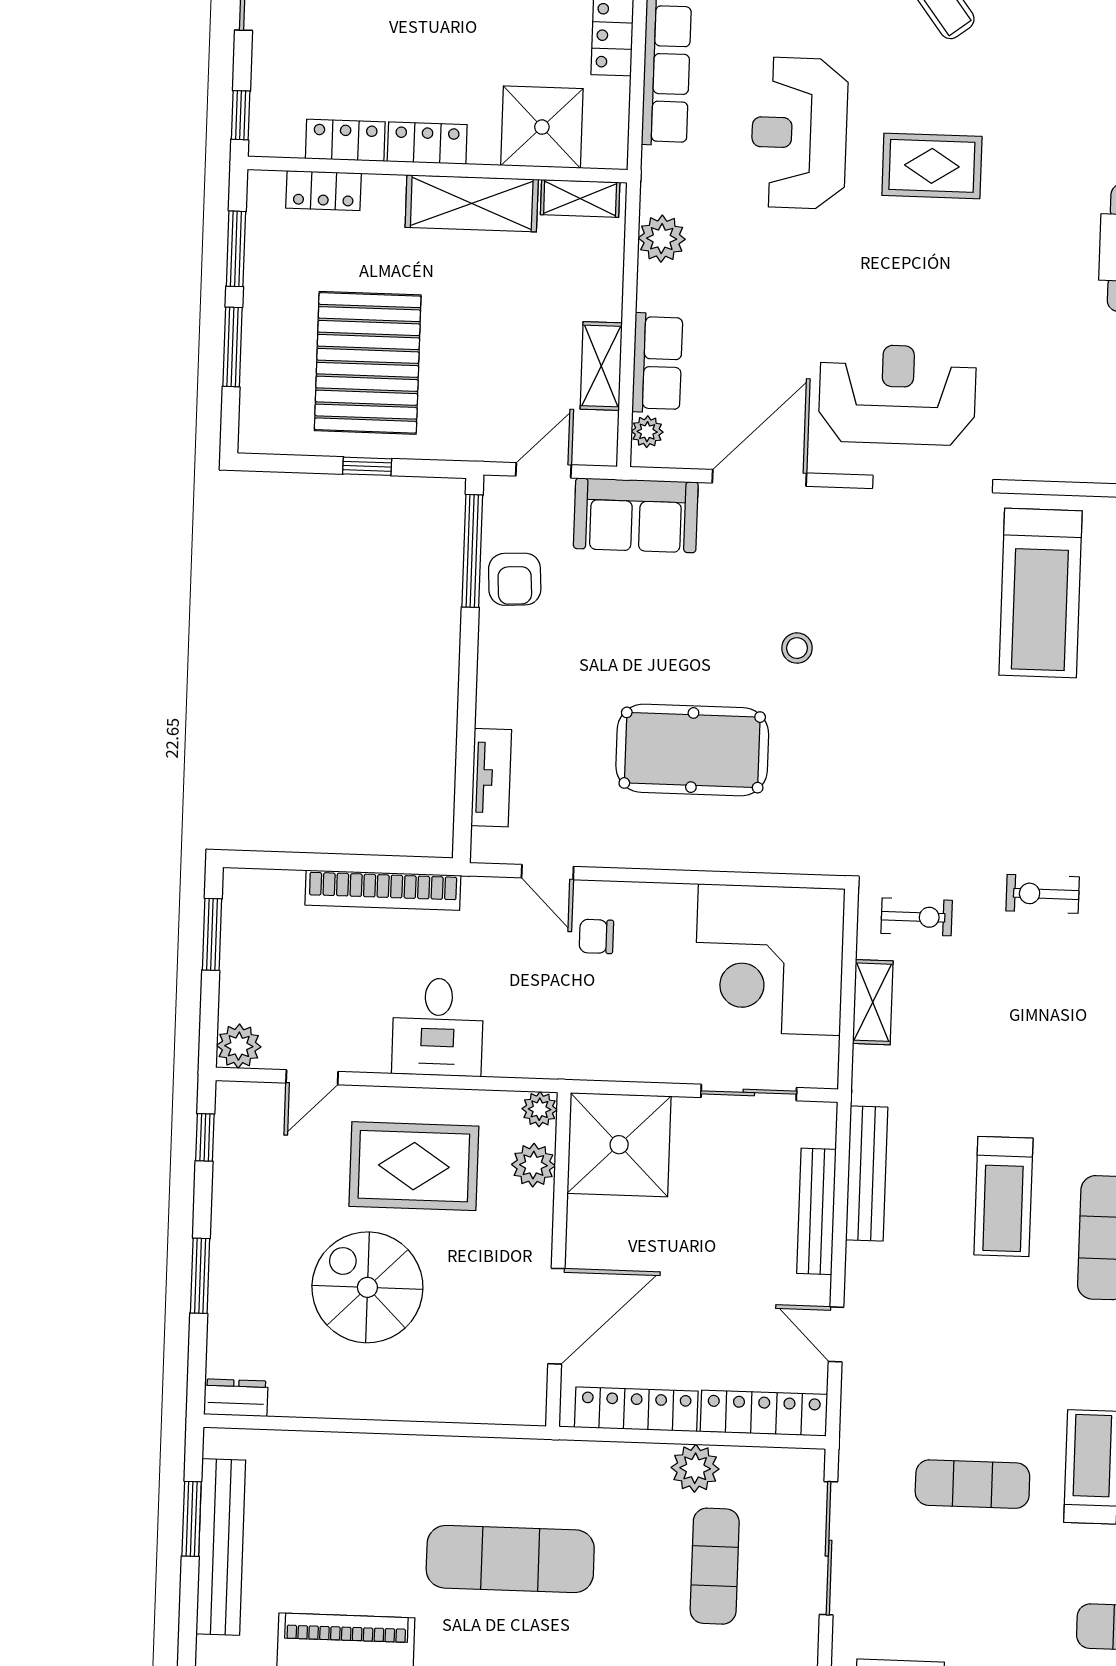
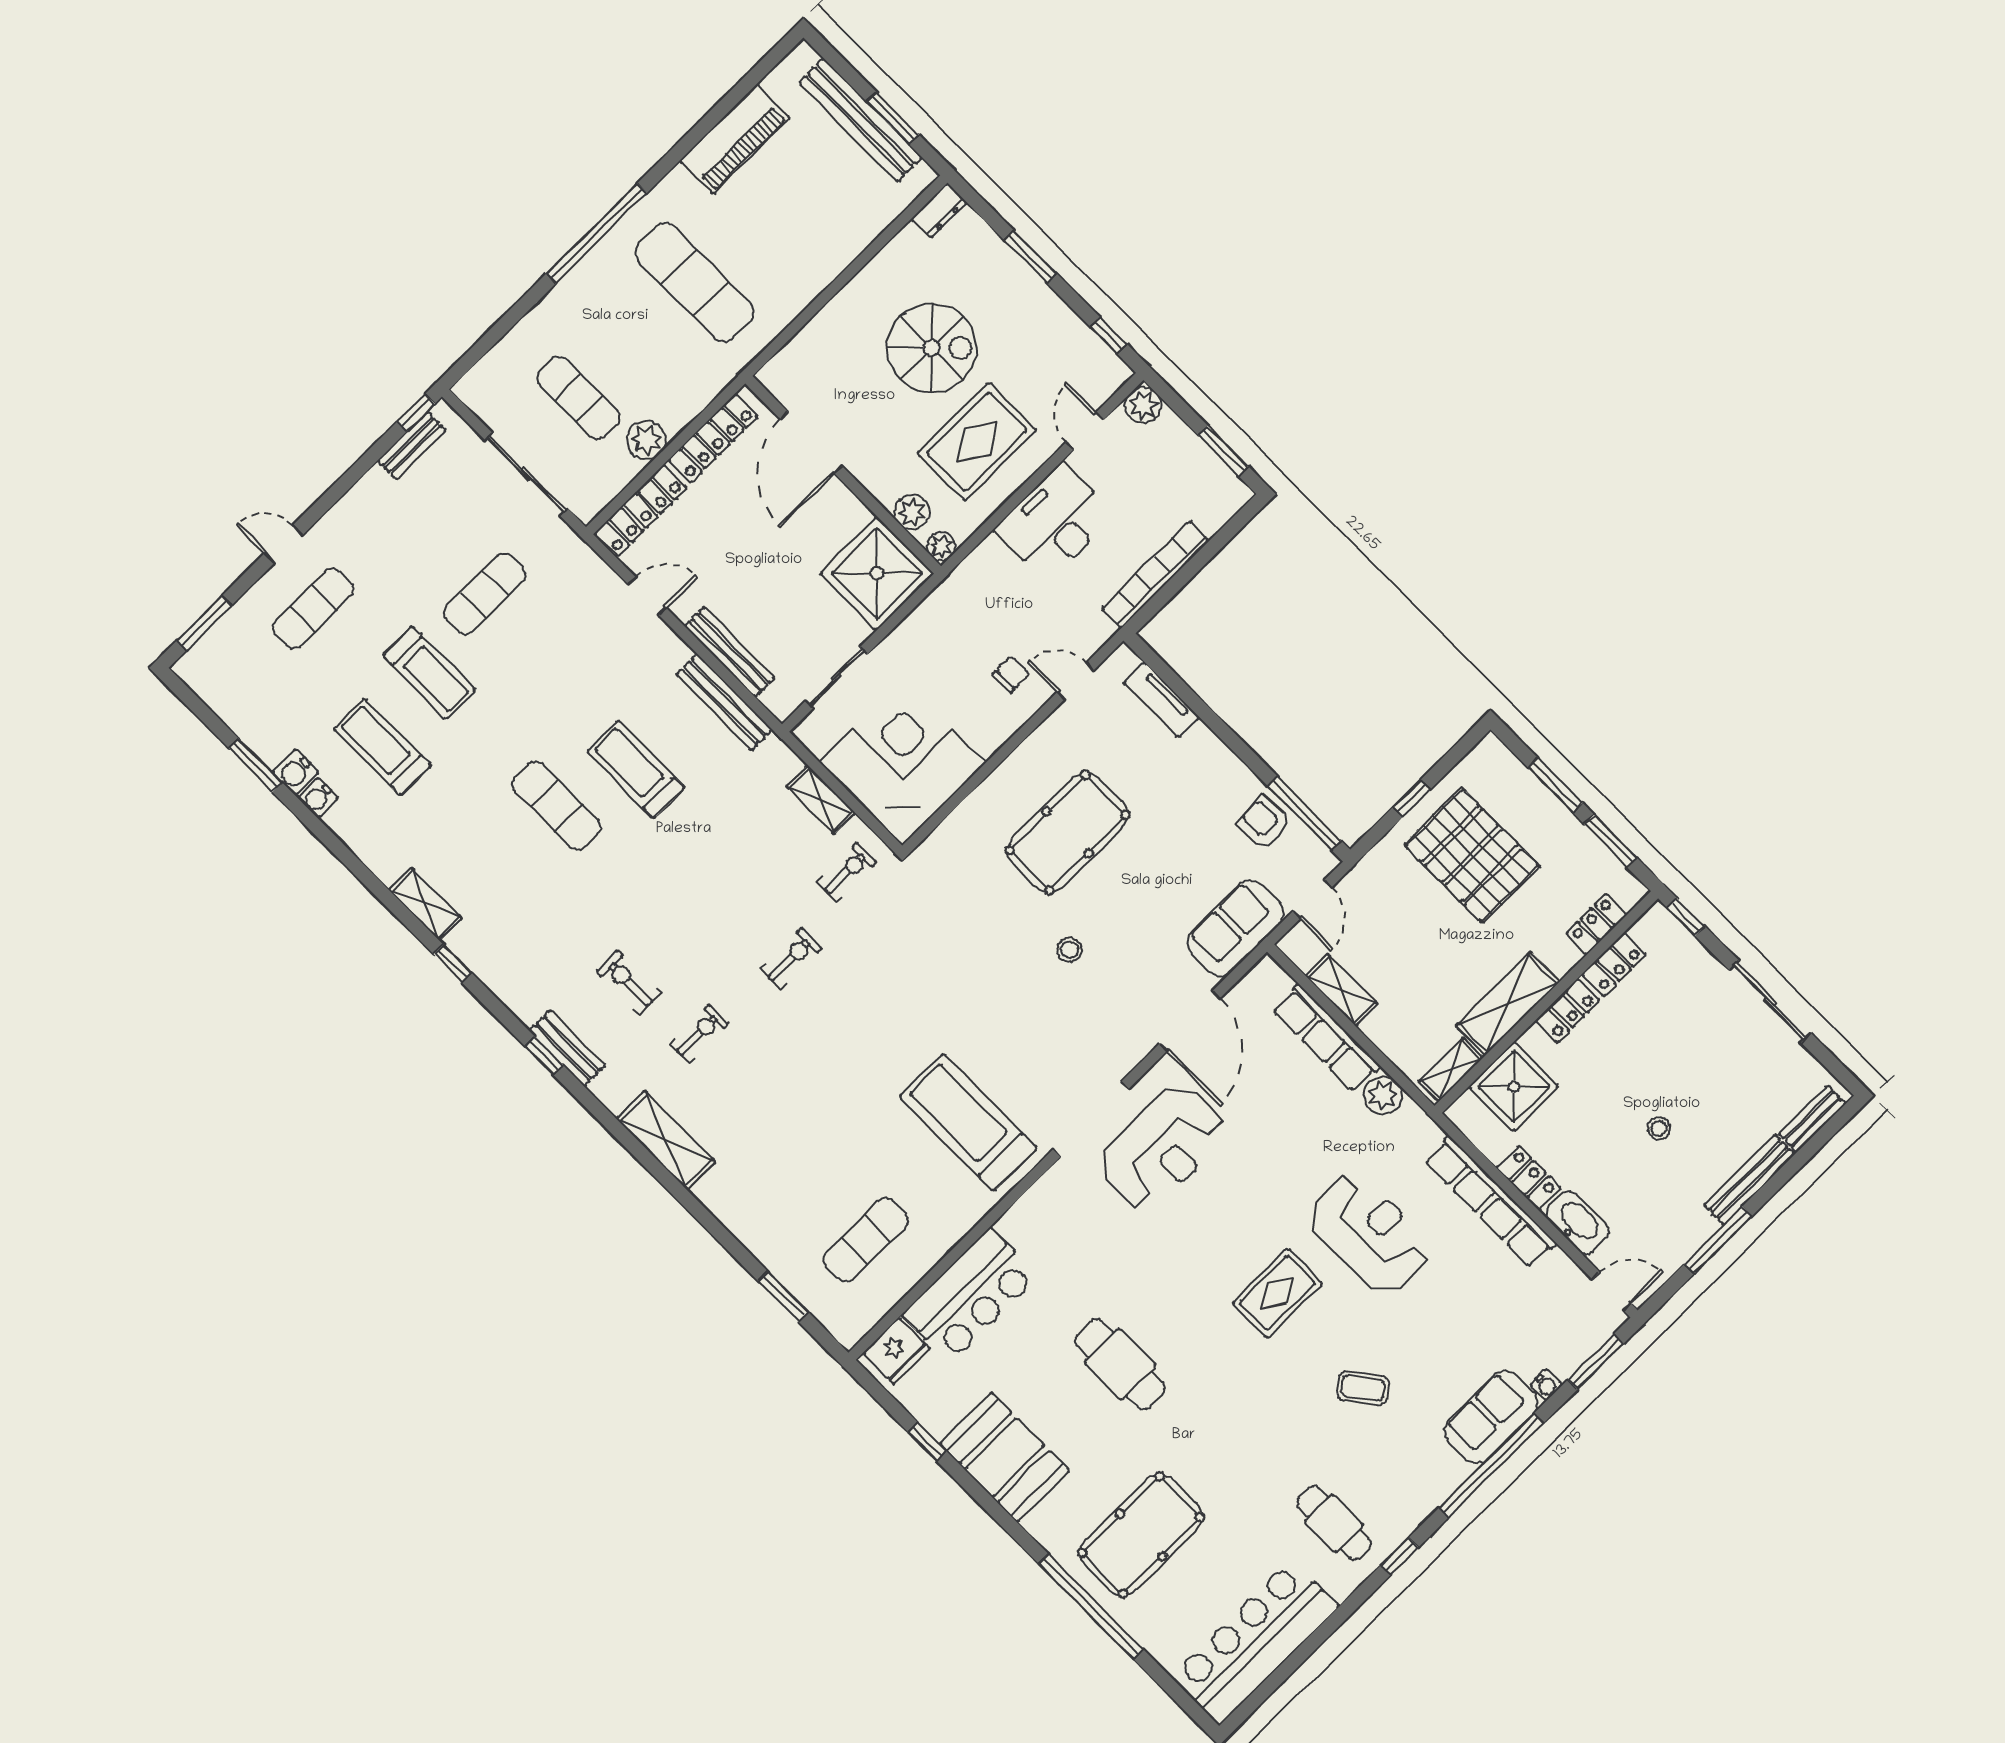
row of seats: (657, 363) -> (1326, 1038), width x1.48
plant: (647, 432) -> (1278, 981), removed
exercise bike: (917, 917) -> (847, 872), turned 180
desk: (438, 1027) -> (1055, 523), width x1.37
exercise mat: (510, 1559) -> (695, 282), turned 90

